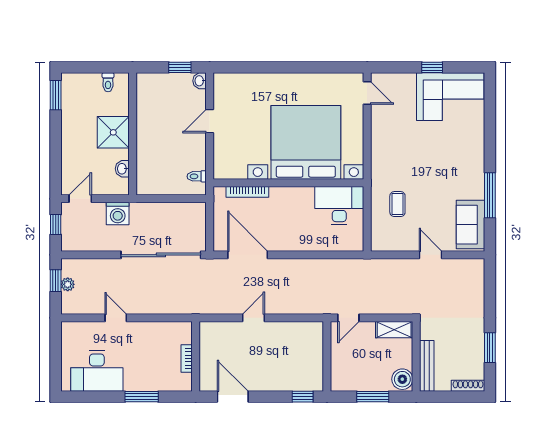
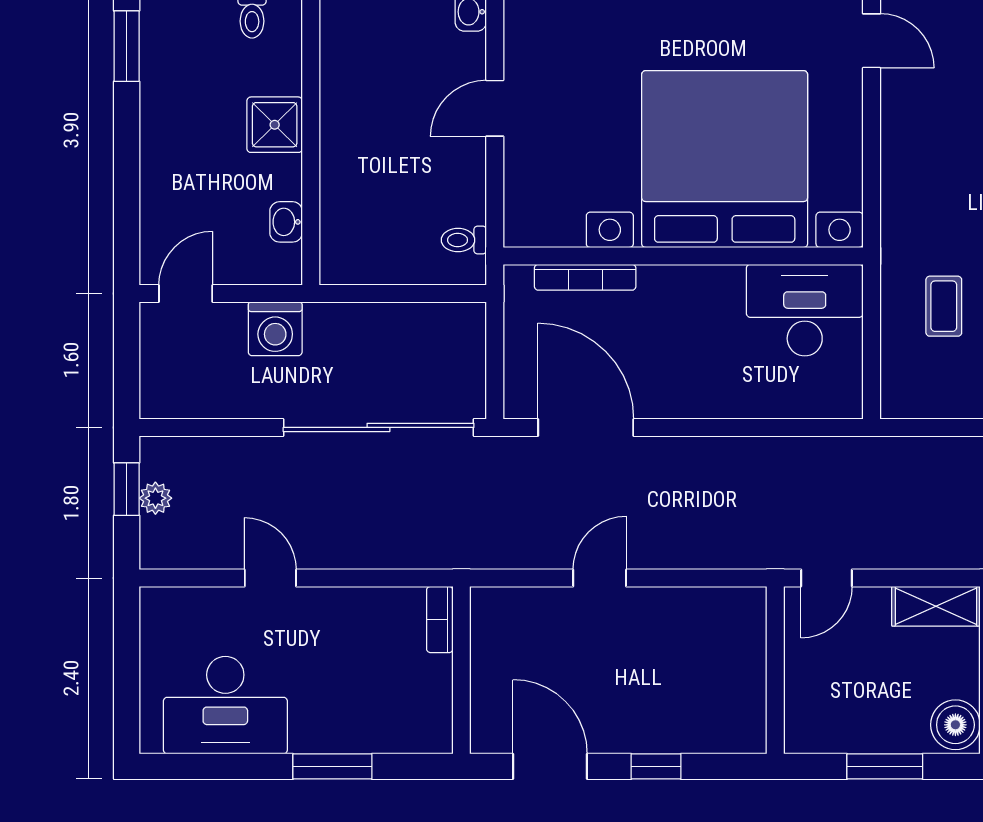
shower: (113, 132) -> (275, 125), width x0.73, depth x0.73
window: (56, 225) -> (127, 355), removed
bookcase: (187, 358) -> (440, 620), moved
window: (303, 397) -> (656, 766), moved

